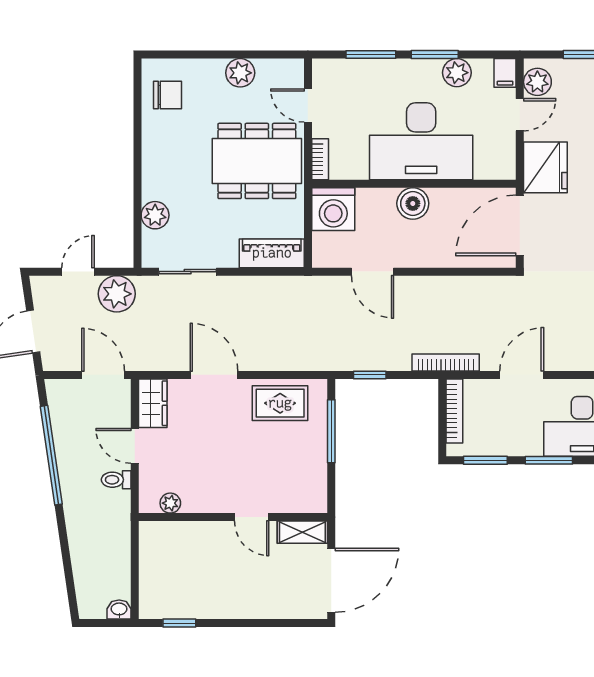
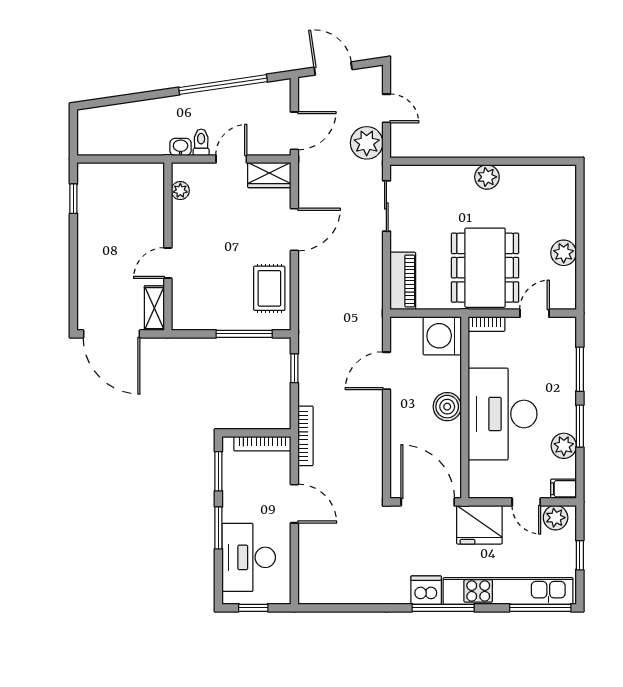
chair: (167, 95) -> (544, 188), removed
plant: (155, 215) -> (487, 177), moved
washbasin: (119, 610) -> (181, 147), moved, turned -90

